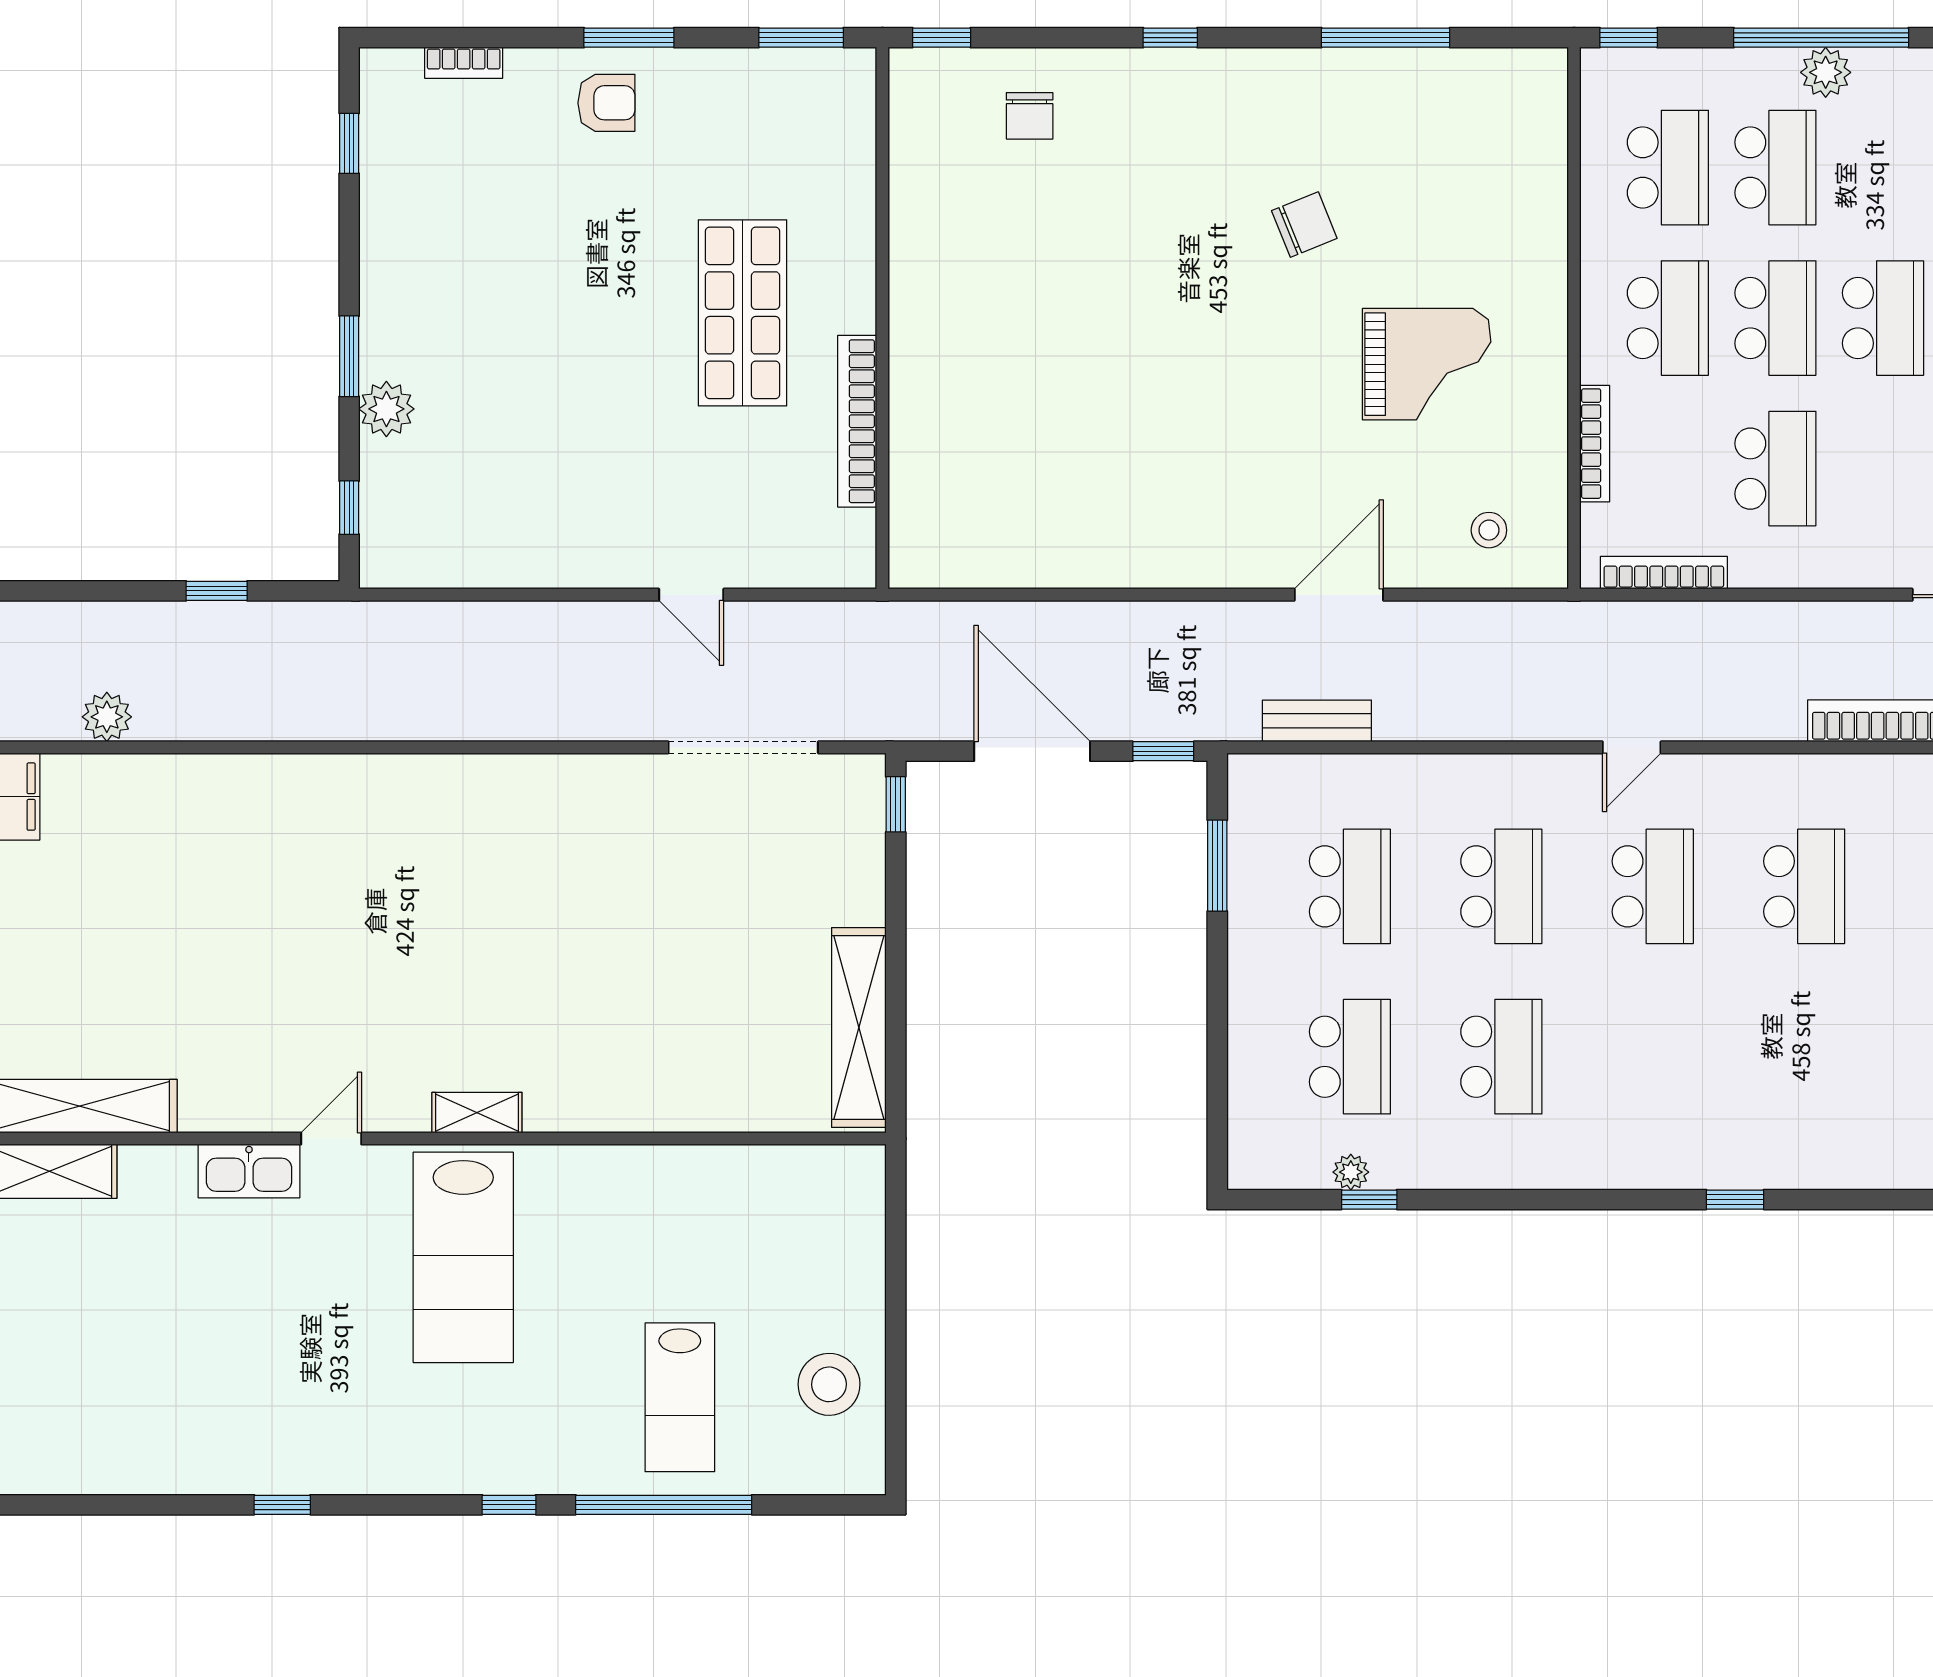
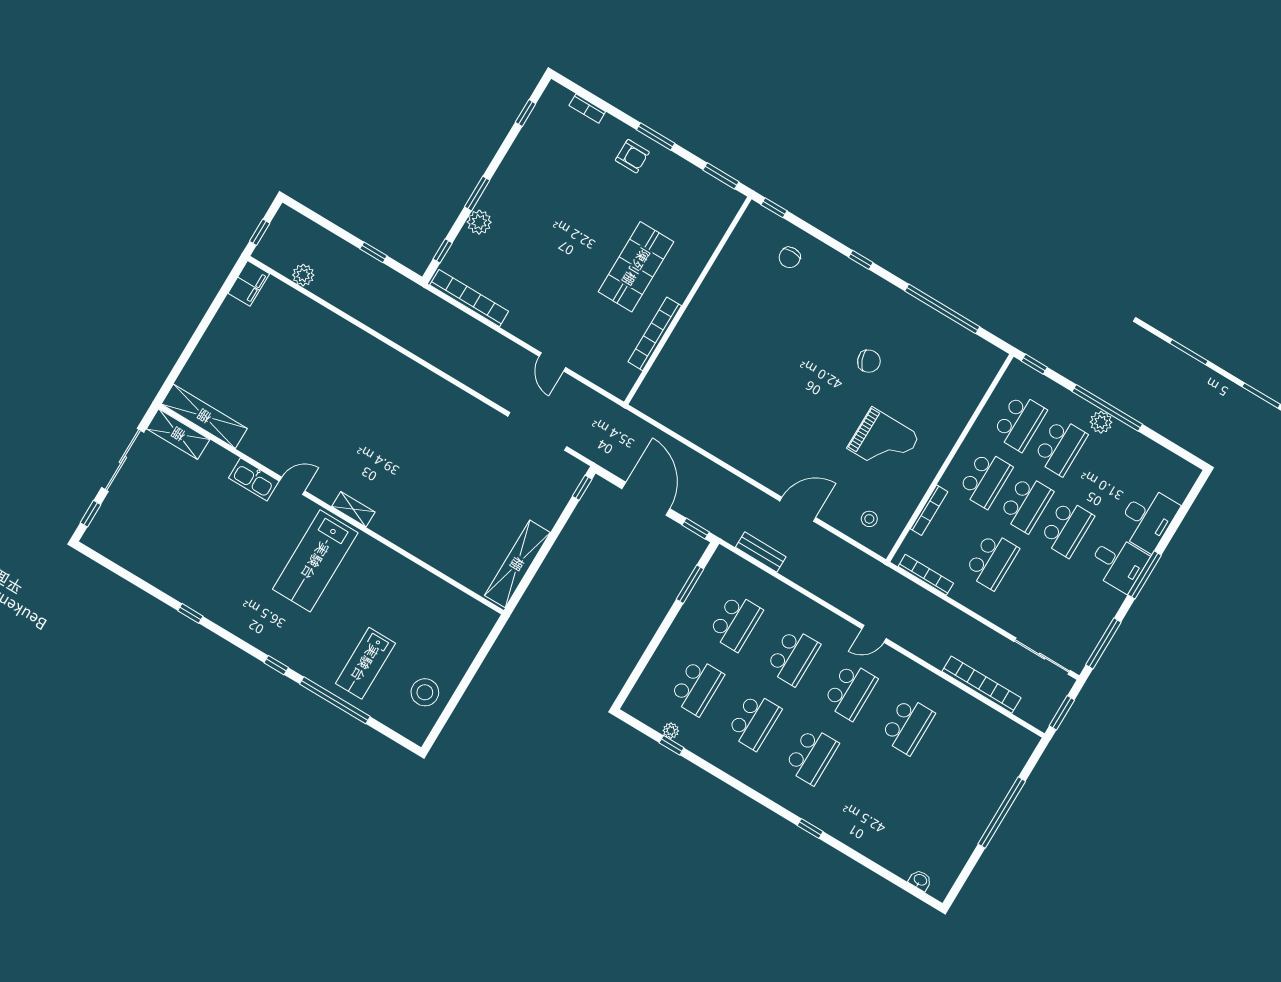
window: (1386, 38) -> (942, 309), width x1.46
bookcase: (456, 568) -> (469, 298), added
school desk: (1653, 1057) -> (811, 756), added

